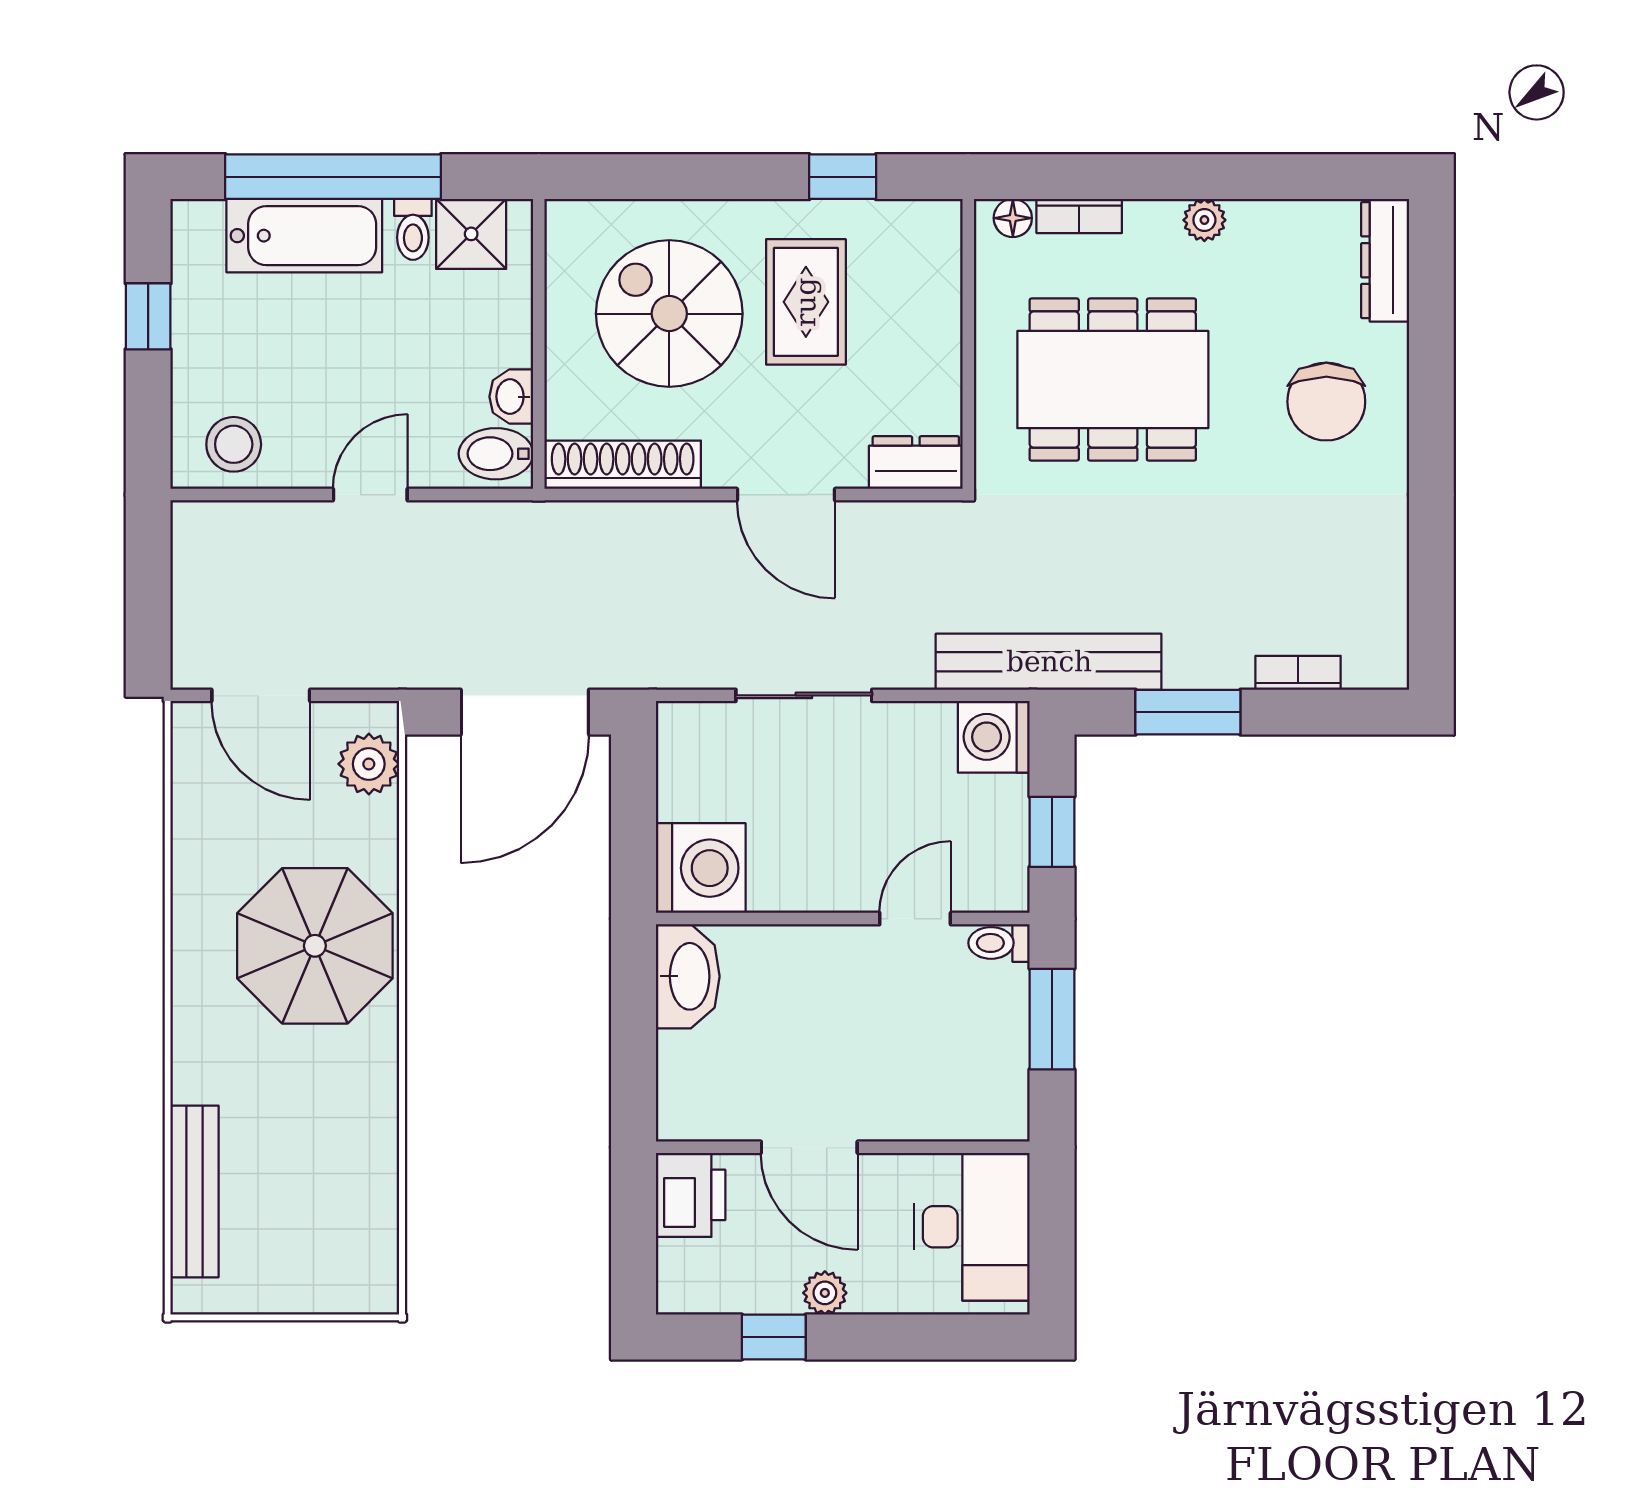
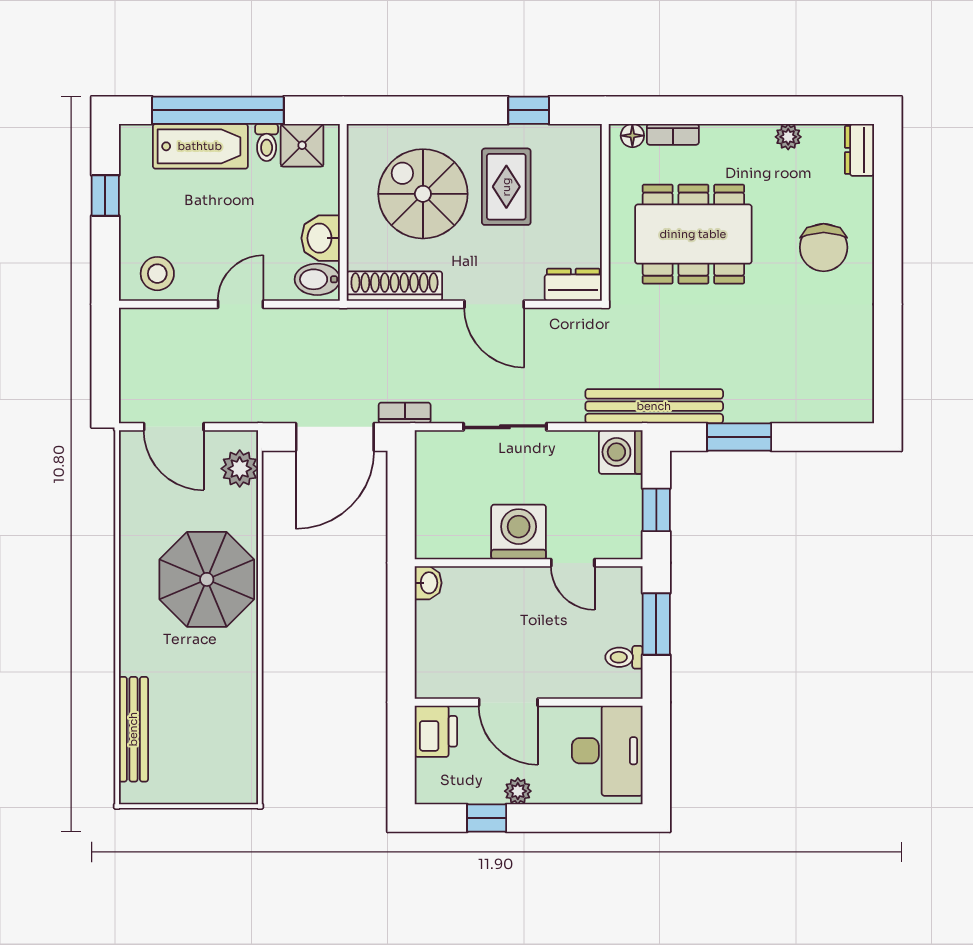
plant: (1204, 220) -> (788, 137), moved
dresser: (1385, 260) -> (859, 150), width x0.70
washbasin: (511, 397) -> (321, 238), width x1.38, depth x1.45
bookcase: (1298, 673) -> (405, 413), moved
washing machine: (701, 868) -> (519, 532), moved, turned -90
door: (915, 919) -> (573, 563), swing flipped
toilet: (999, 943) -> (624, 657), moved
washbasin: (688, 976) -> (428, 583), width x0.52, depth x0.69

